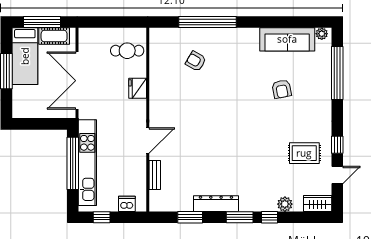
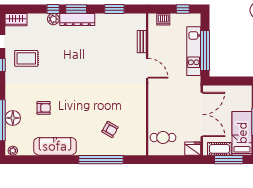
sofa: (287, 39) -> (55, 146), moved
floor lamp: (322, 76) -> (13, 118), added
fridge: (138, 88) -> (193, 149), moved, turned -90
armchair: (282, 89) -> (44, 108), turned 101
door: (148, 140) -> (147, 68), swing flipped
kitchen unit: (87, 163) -> (194, 51), width x0.73
dresser: (216, 204) -> (77, 20), moved
plant: (285, 204) -> (53, 19), moved

